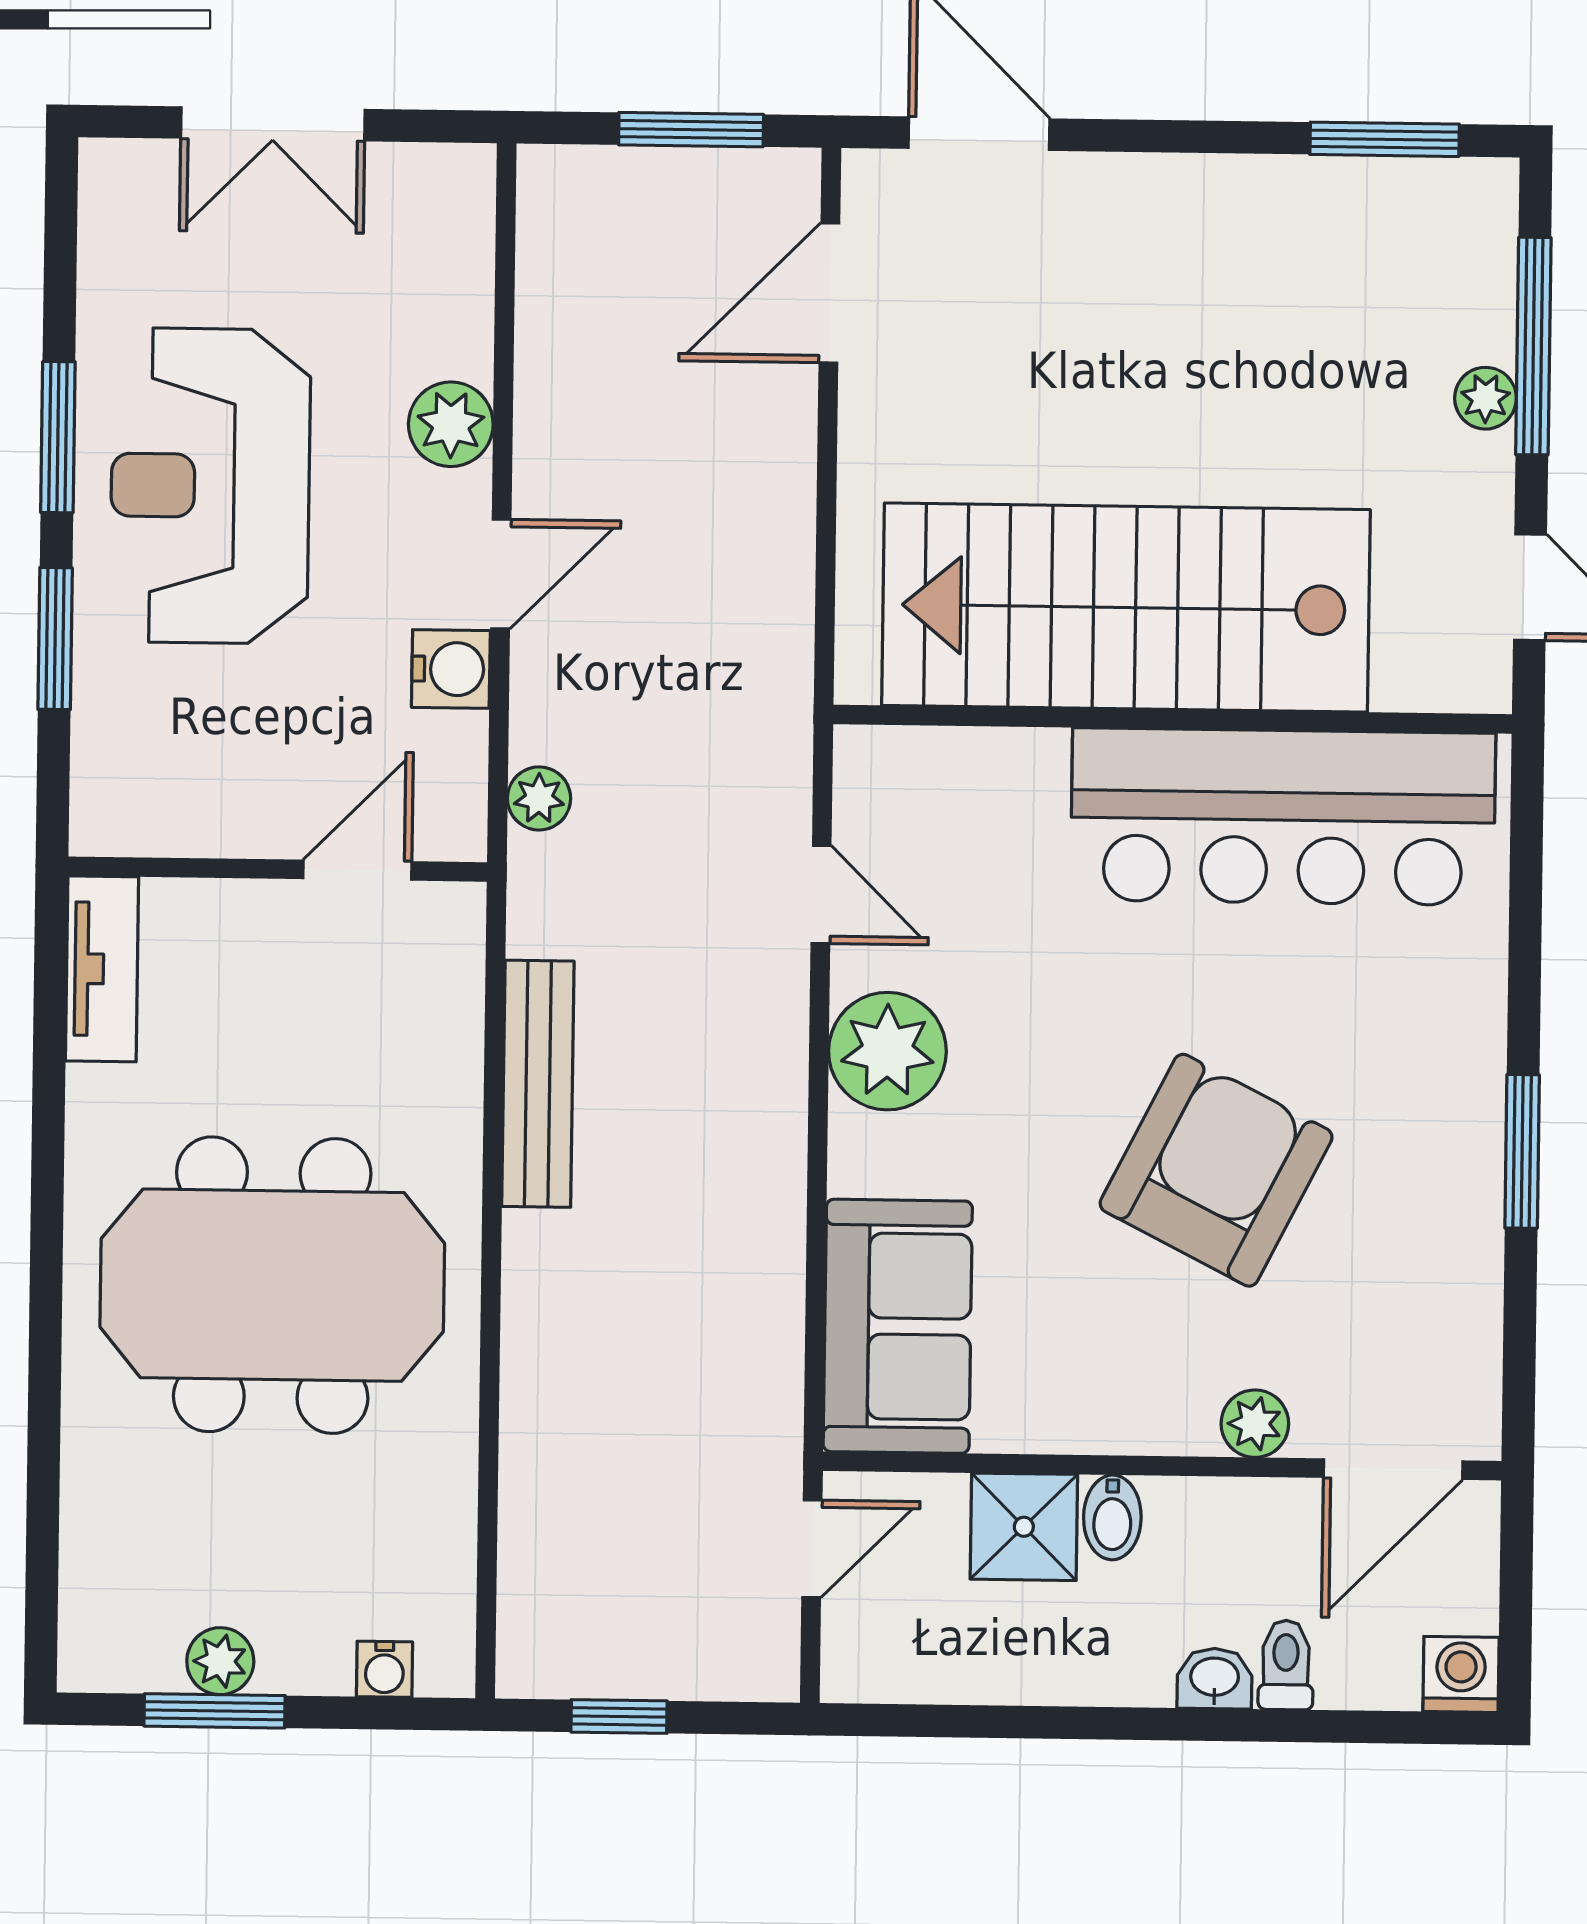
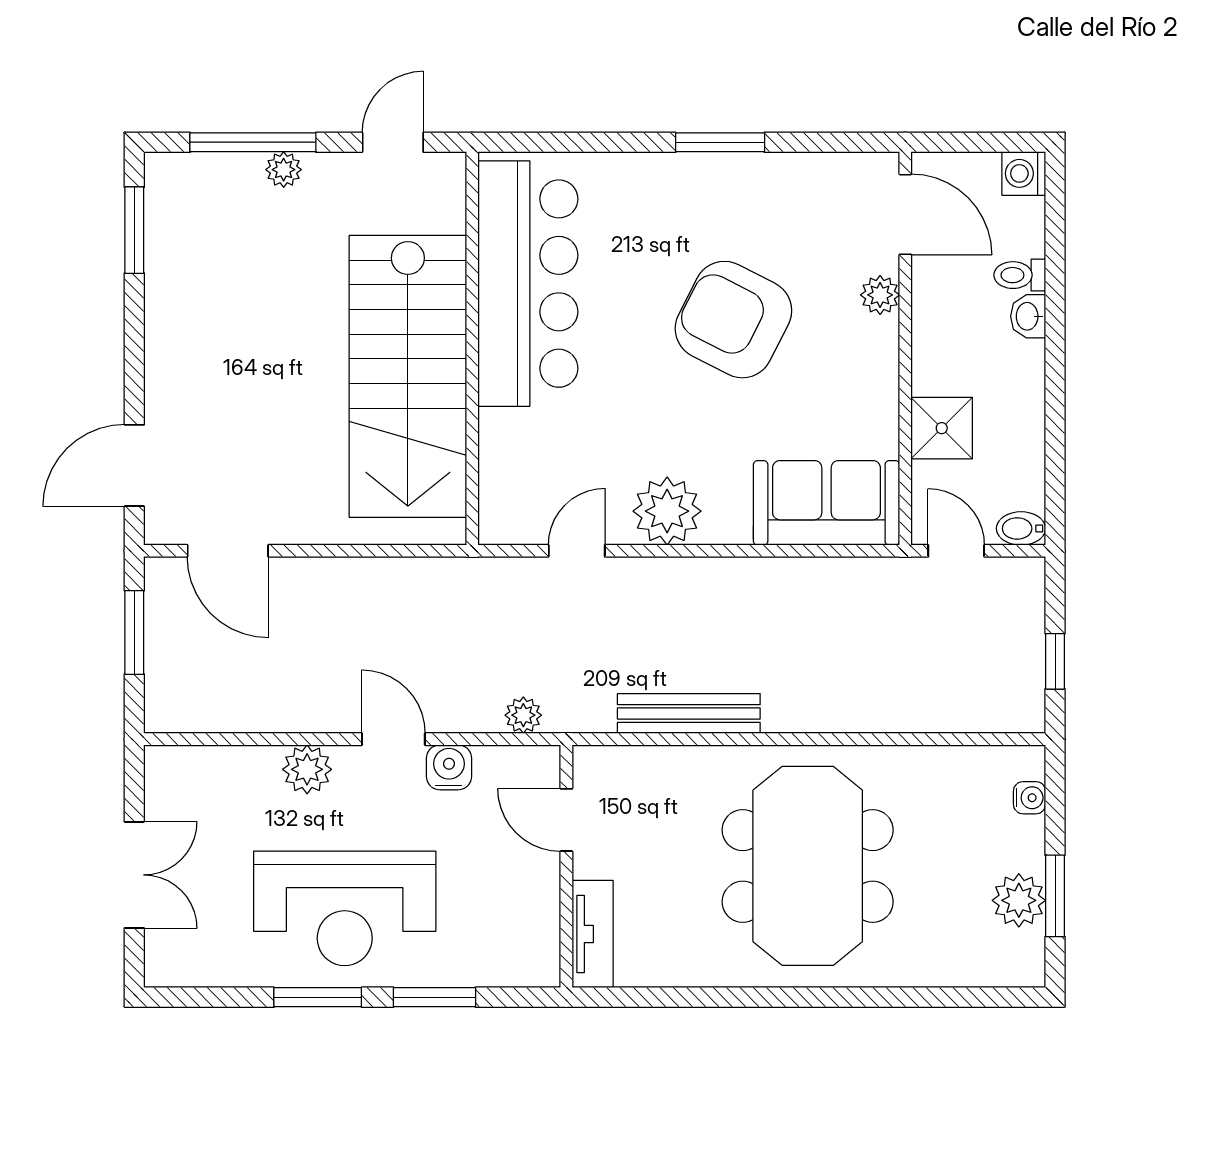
tv unit: (102, 969) -> (593, 934), moved, turned 90
bidet: (1112, 1517) -> (1021, 528), moved, turned 180
plant: (220, 1661) -> (1019, 900), width x1.38, depth x1.38

